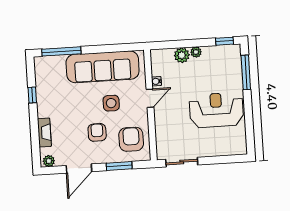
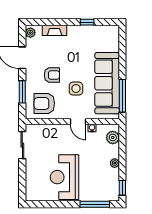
window: (61, 51) -> (122, 96), moved
plant: (182, 55) -> (113, 137), moved
reception desk: (216, 110) -> (65, 177), turned 180
armchair: (131, 139) -> (44, 103), turned 180

